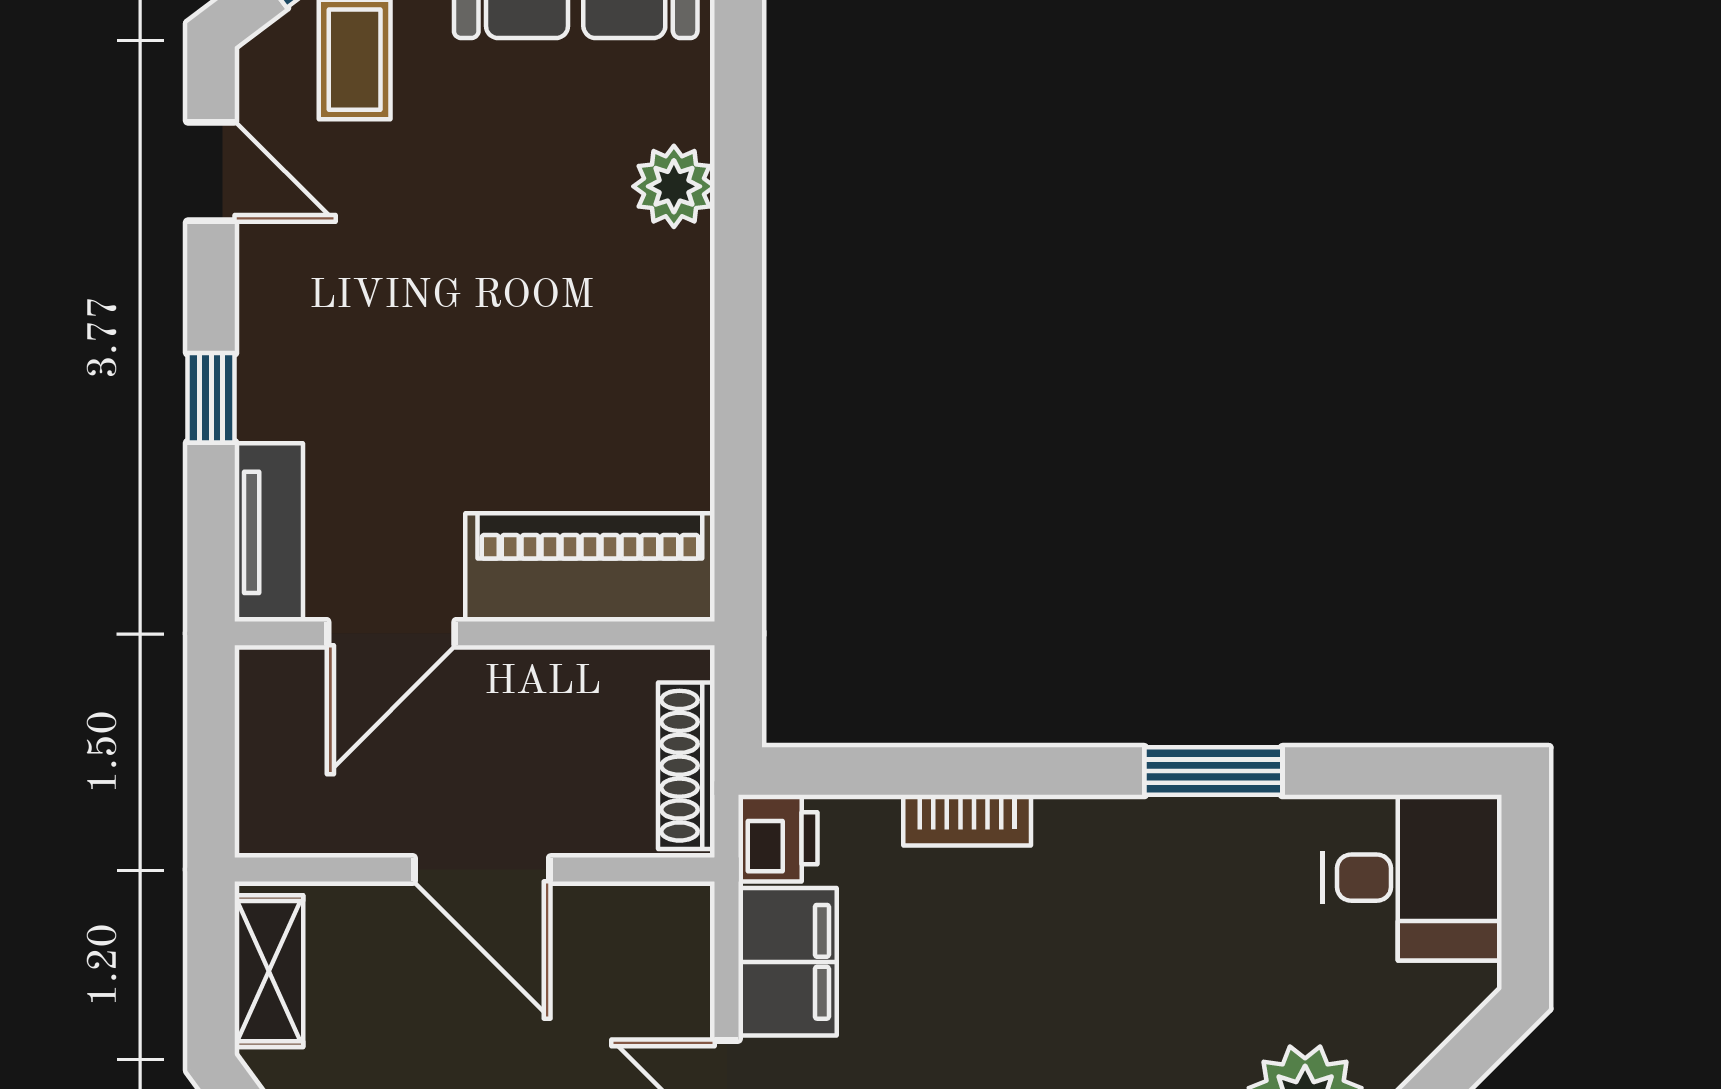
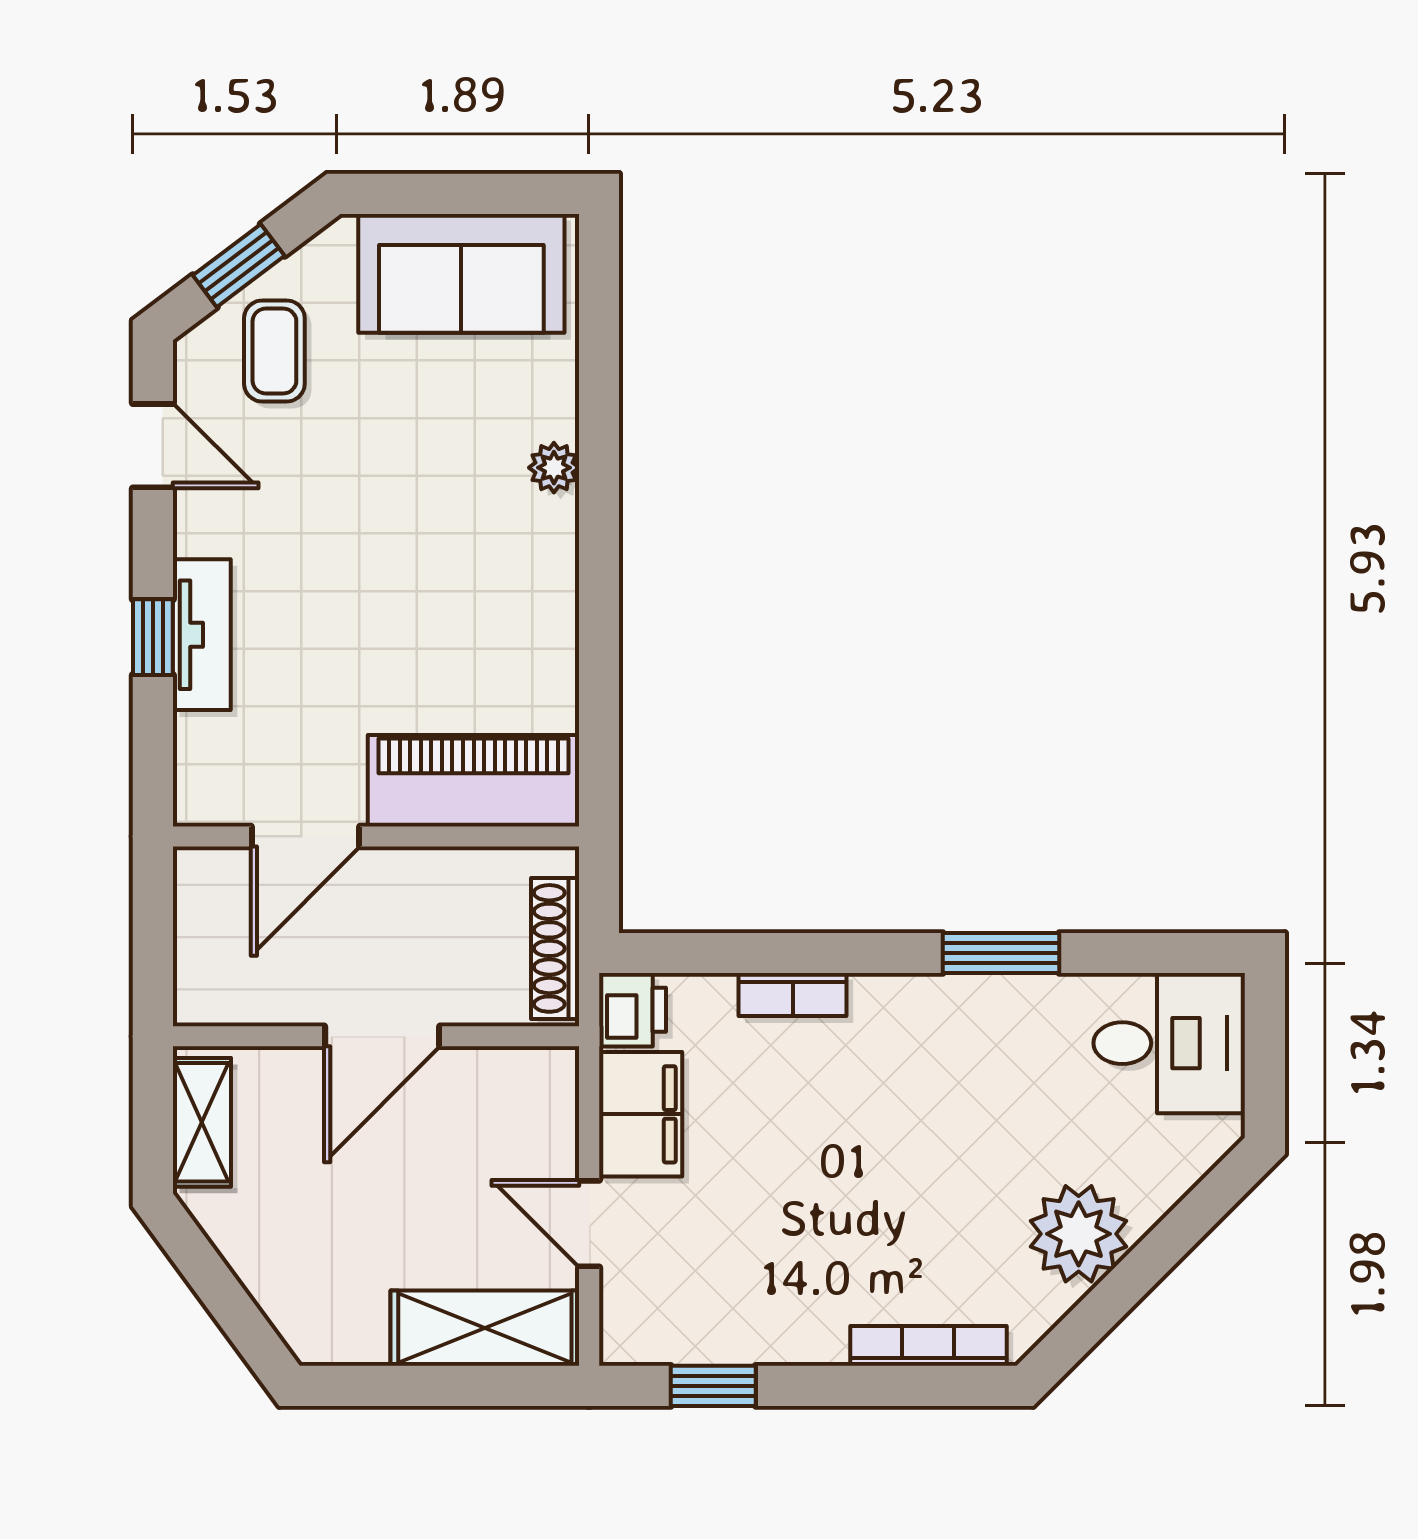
plant: (674, 186) -> (554, 468), width x0.73, depth x0.73
tv unit: (269, 532) -> (202, 635), moved
door: (482, 869) -> (382, 1036), hinge flipped

